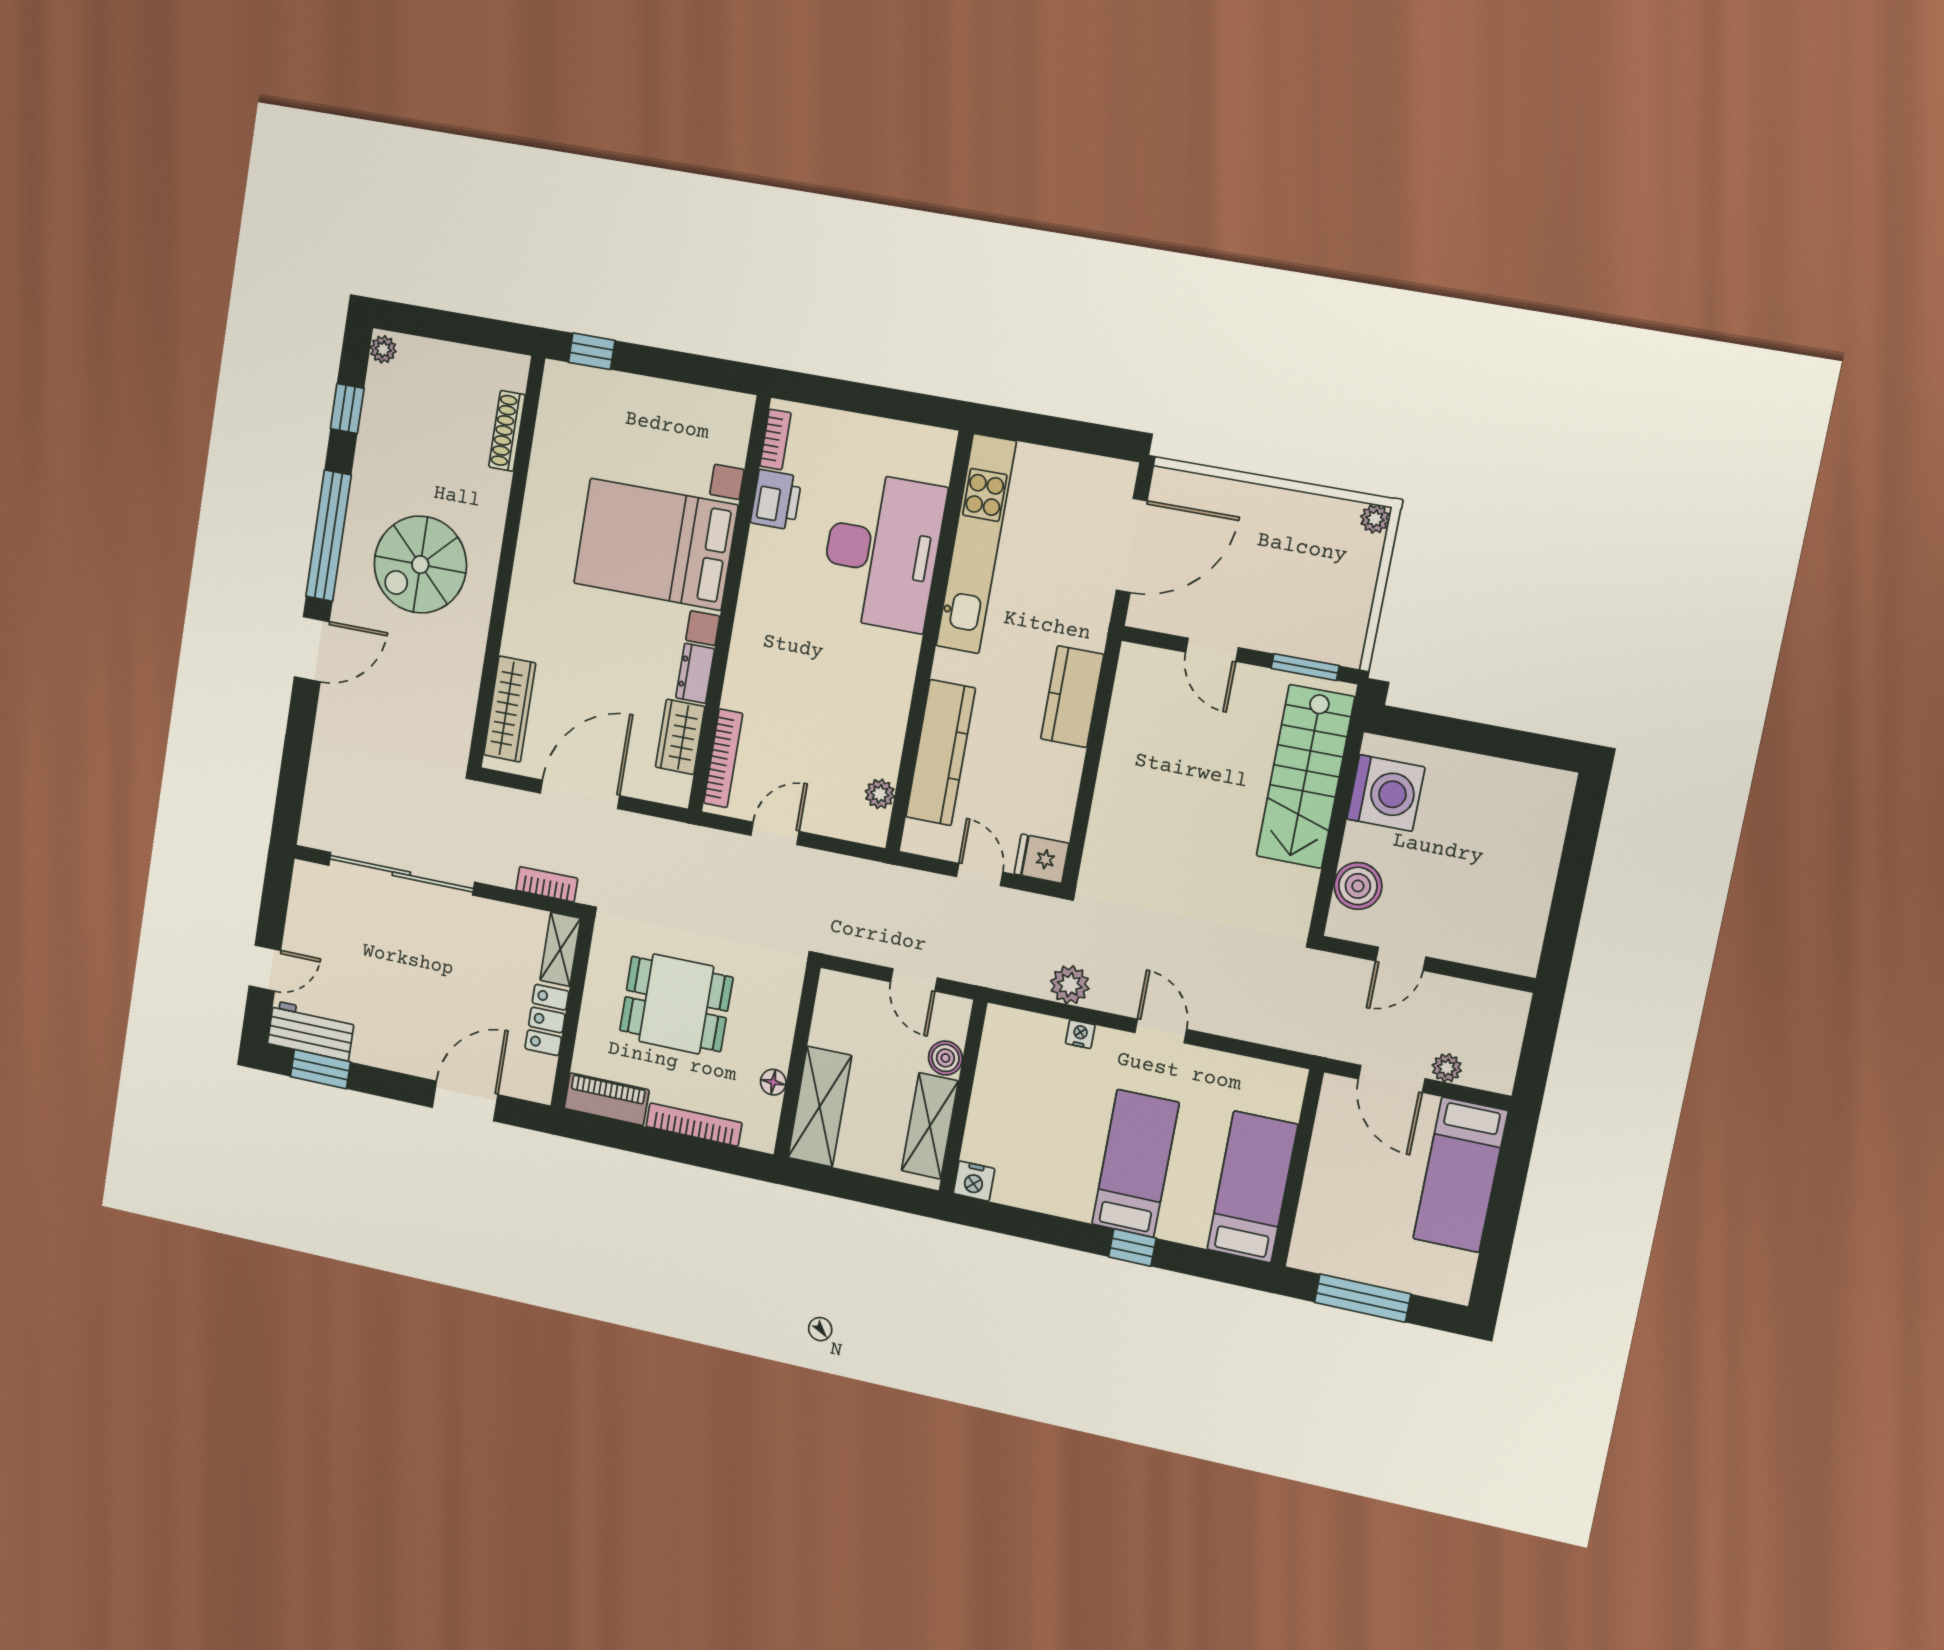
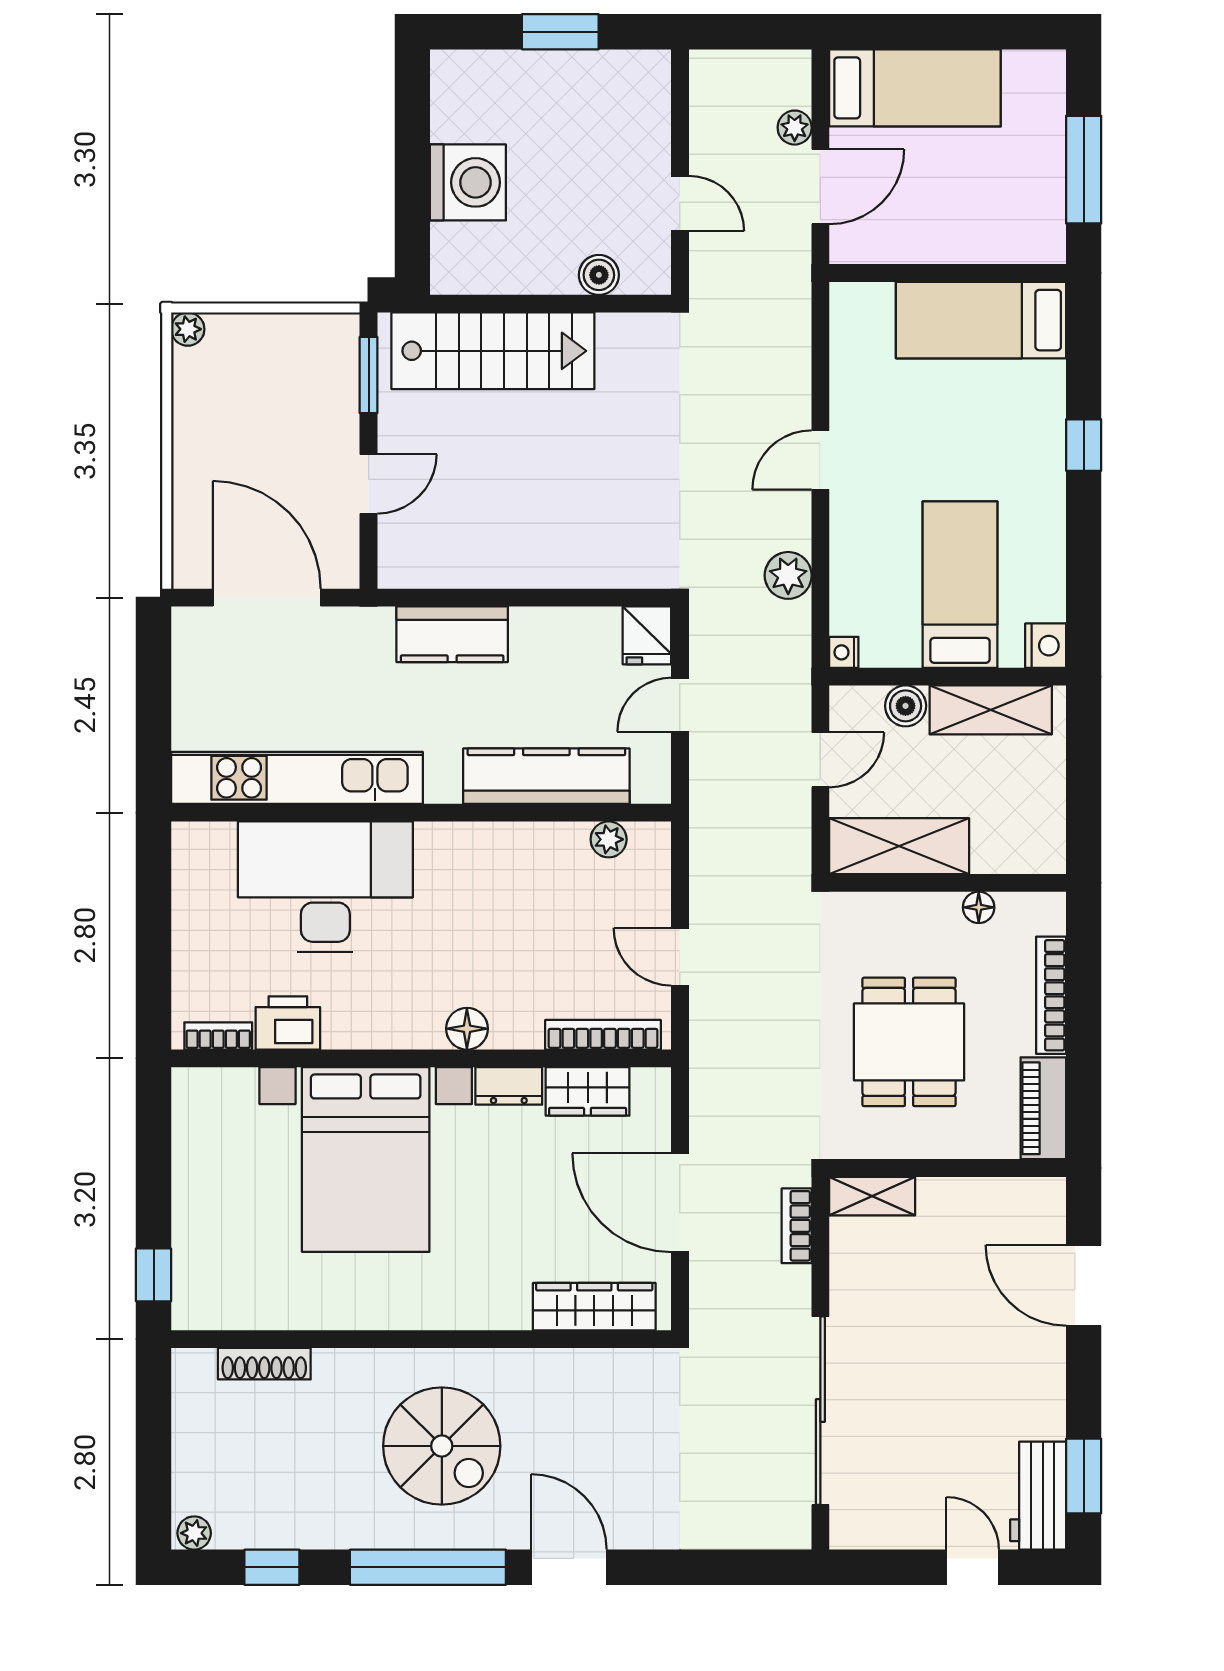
floor lamp: (747, 648) -> (467, 1029), added
washing machine: (1386, 793) -> (468, 182), moved, turned 90
boiler: (1358, 886) -> (599, 275), width x0.73, depth x0.73
window: (1571, 887) -> (560, 32), added
locker: (547, 1020) -> (962, 1199), removed
nightstand: (1080, 1034) -> (844, 652), moved
shelving: (820, 1107) -> (899, 846), moved
bed: (1135, 1163) -> (960, 585), moved, turned 90

